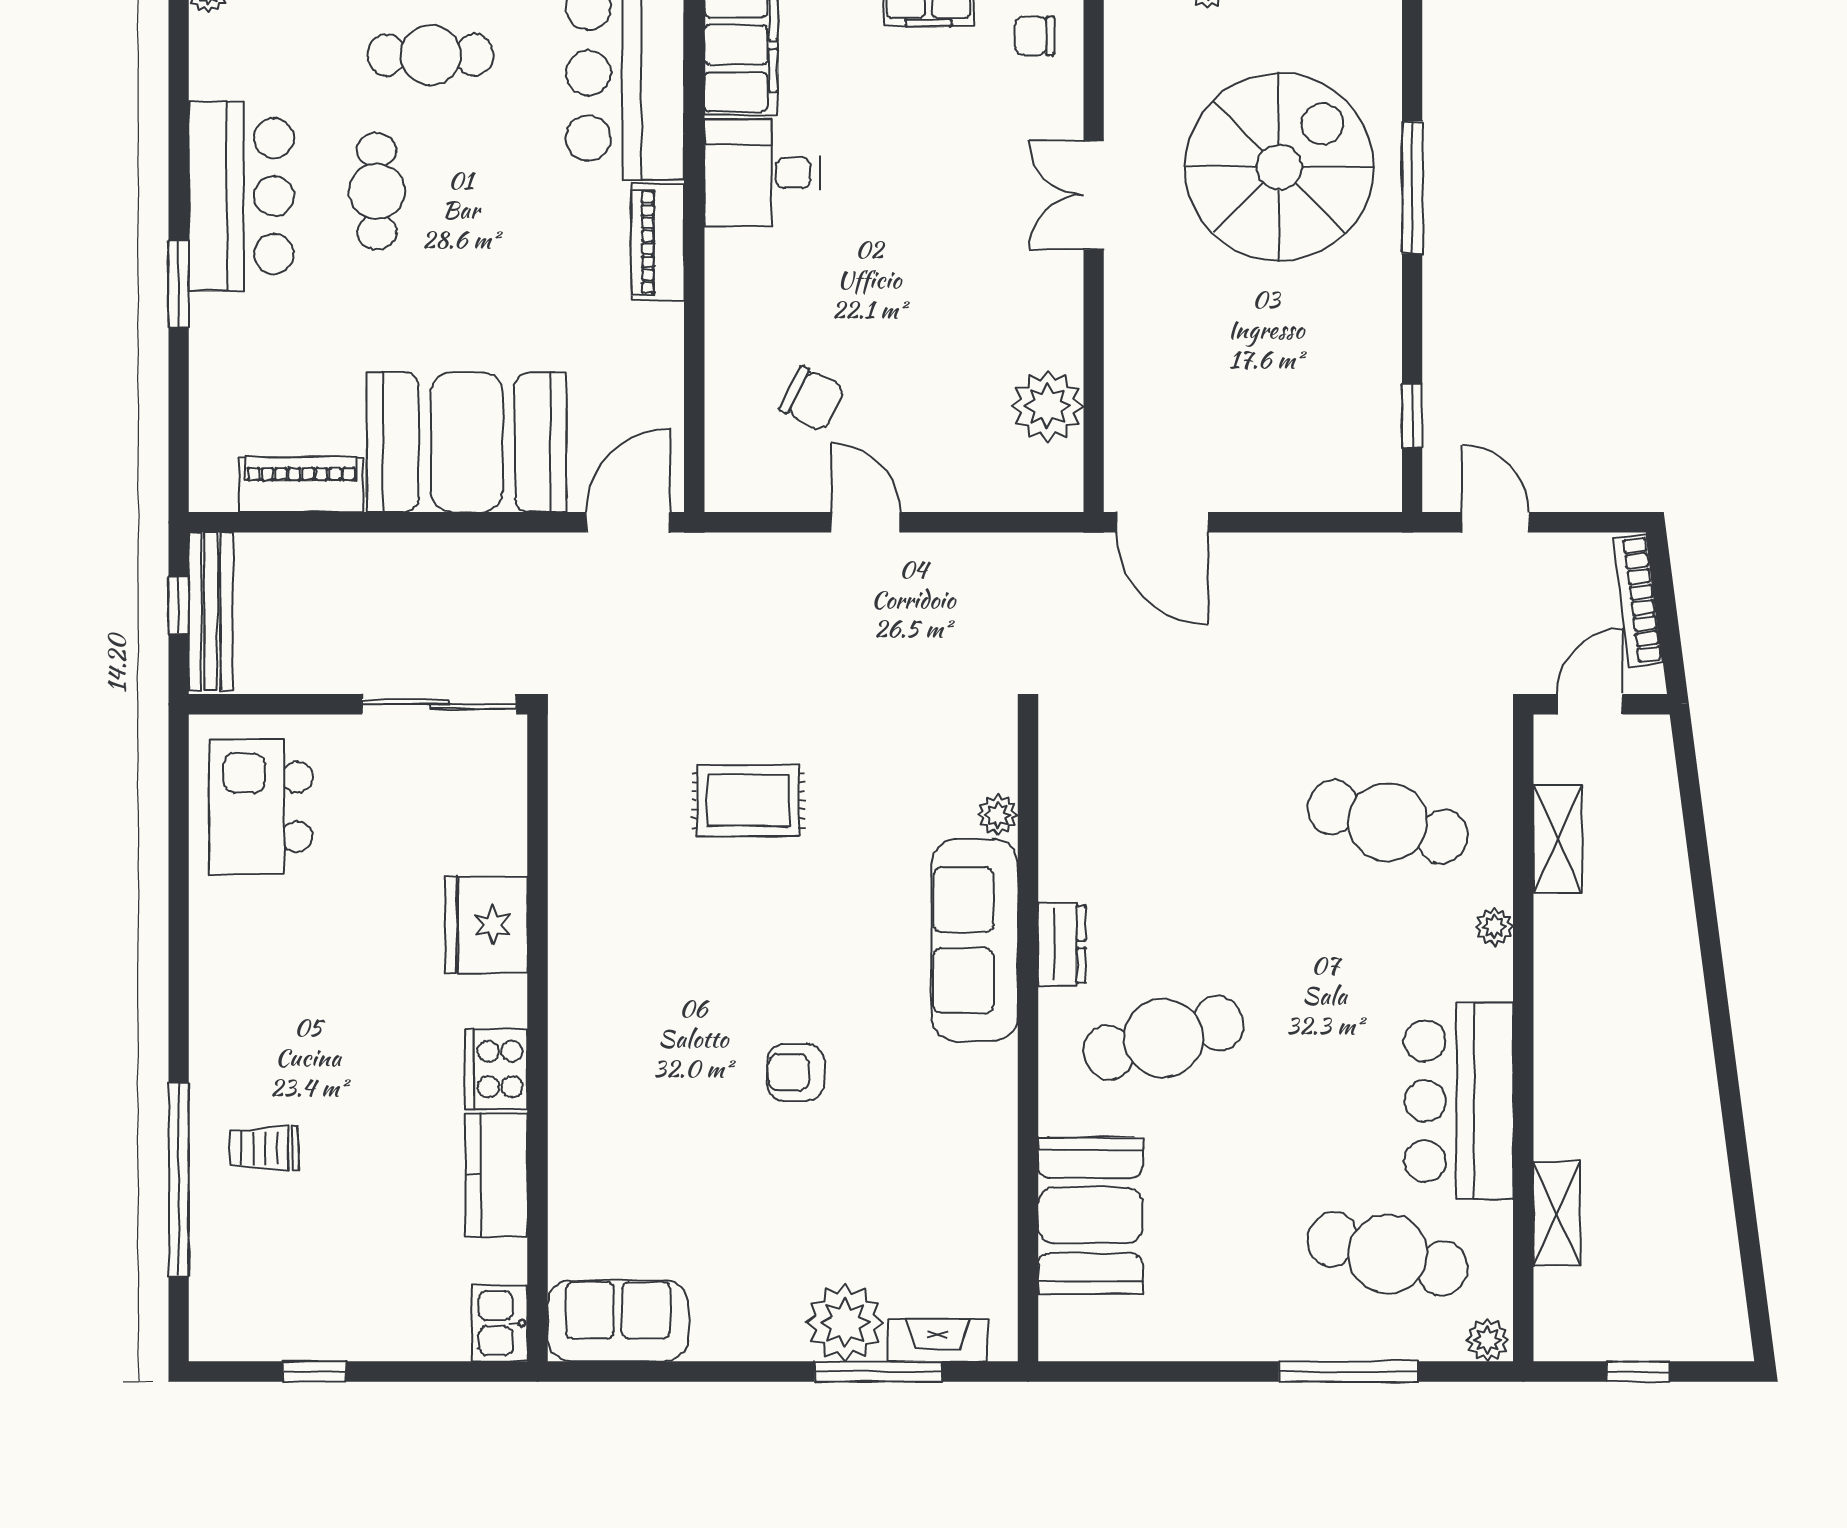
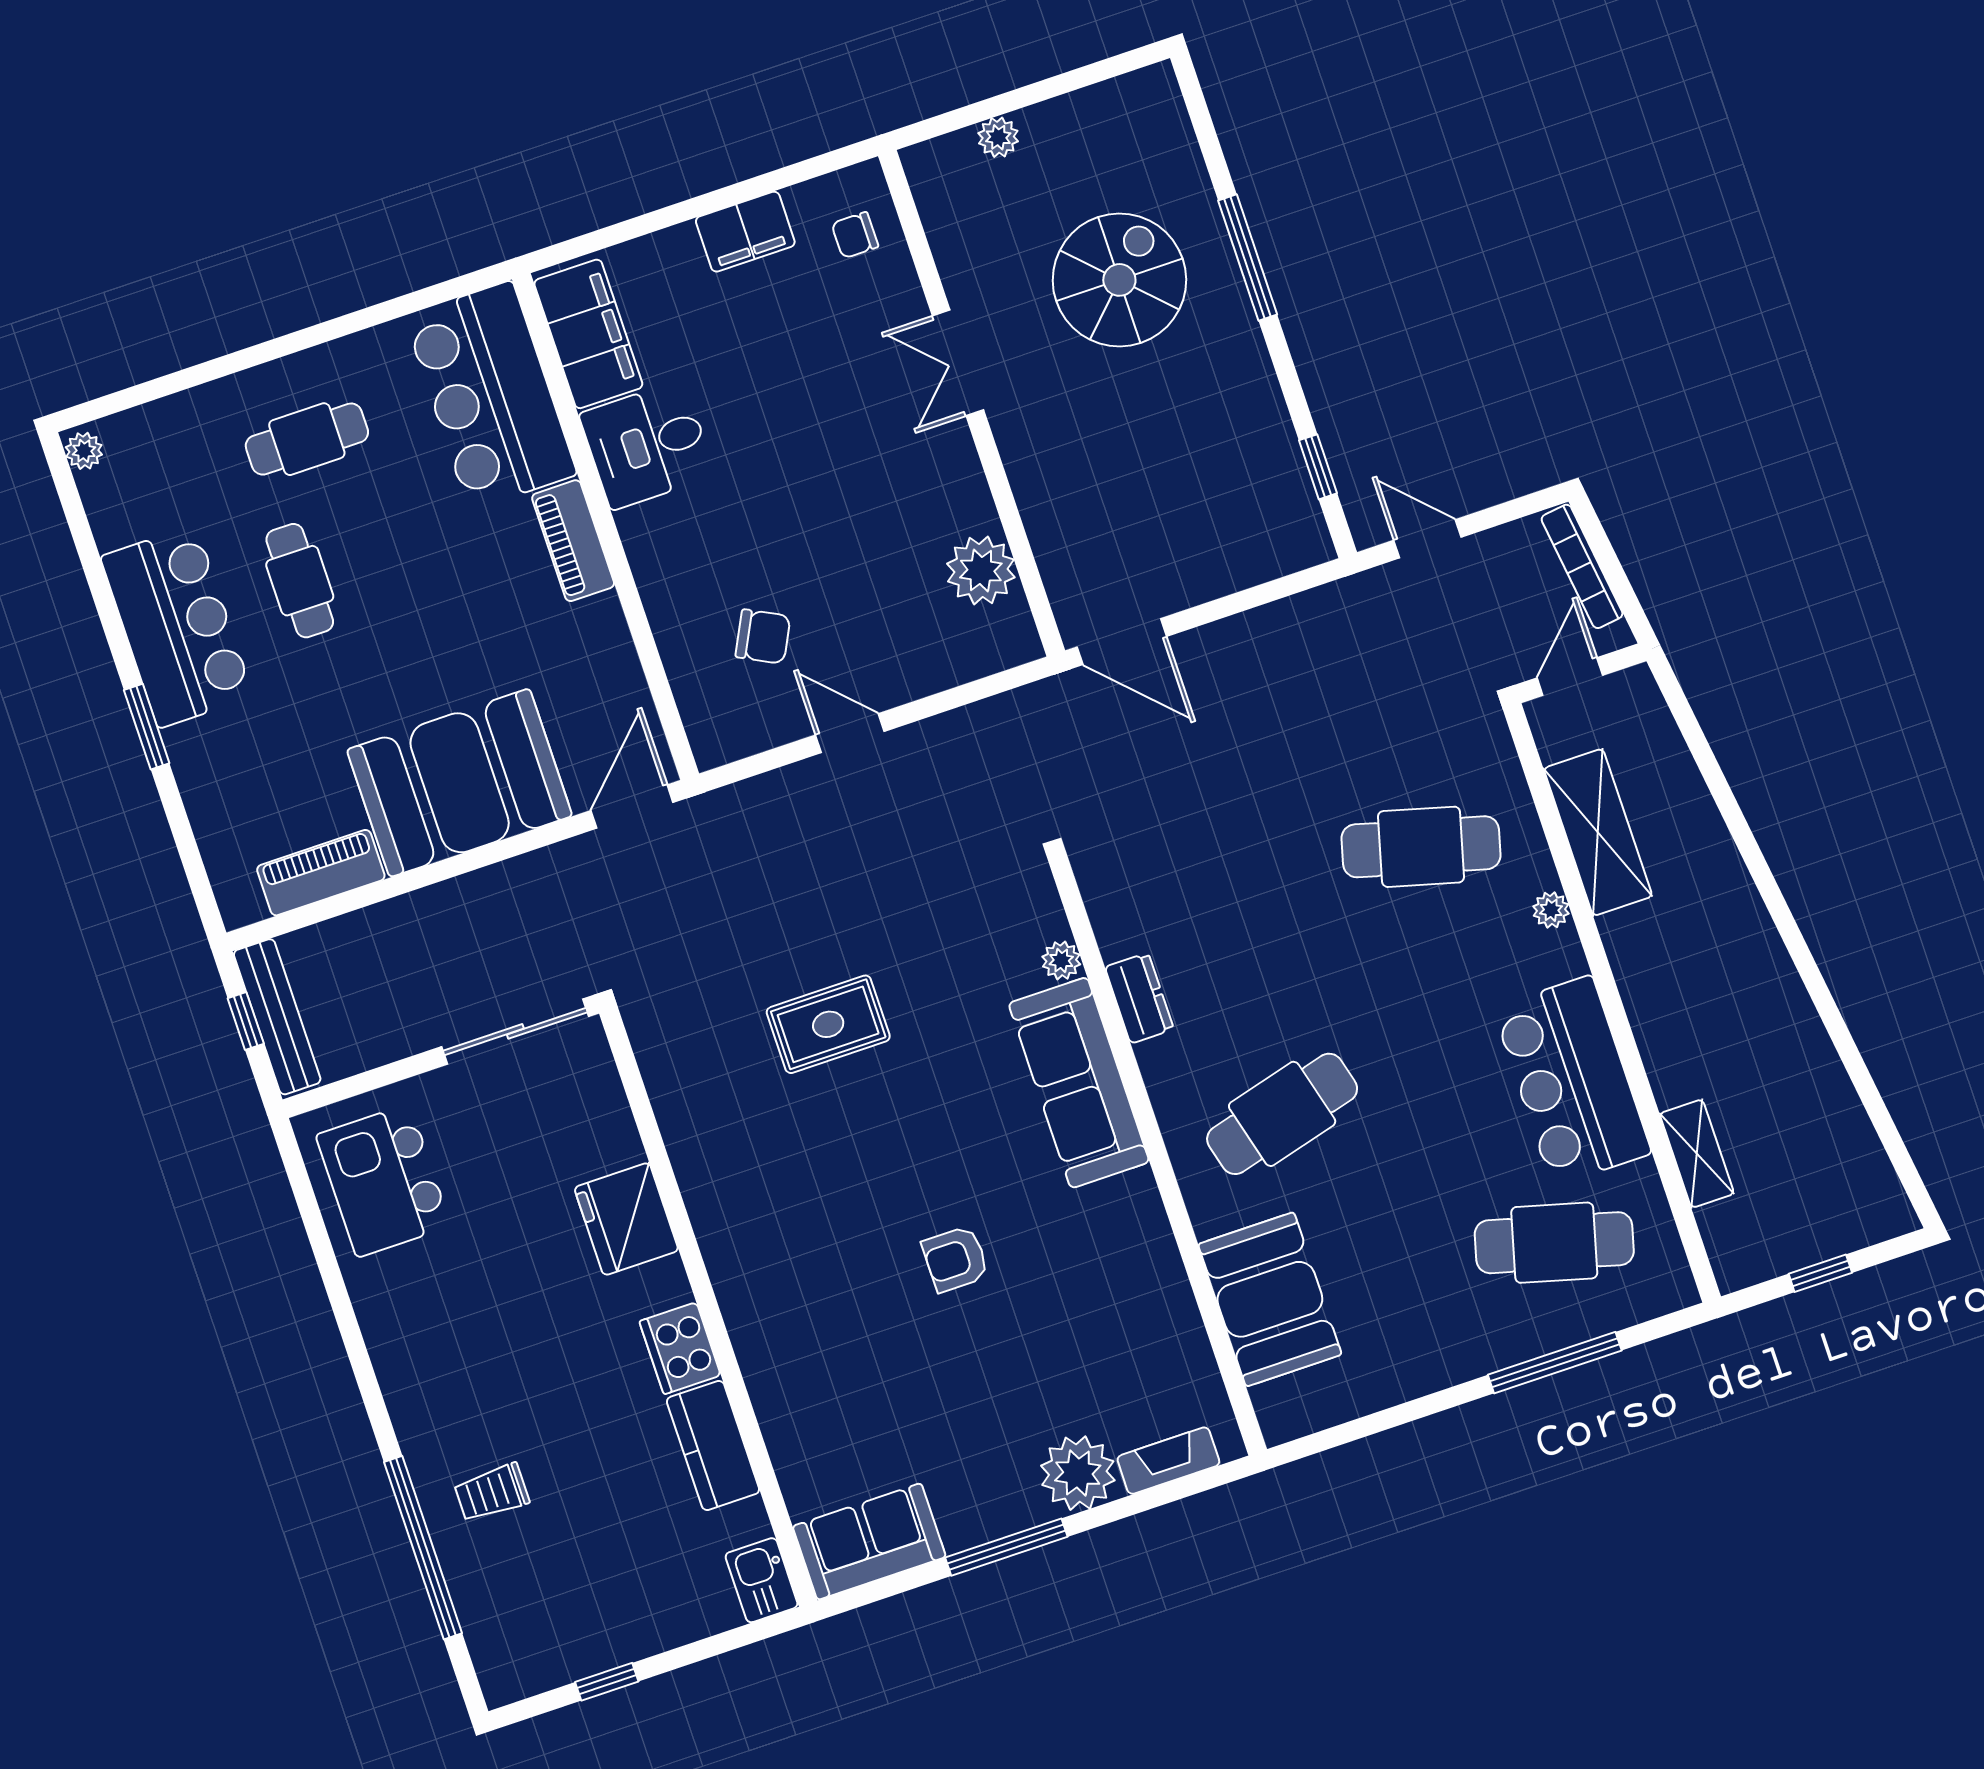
spiral stairs: (1279, 167) -> (1119, 280), width x0.73, depth x0.73
shelving: (1558, 839) -> (1598, 832), width x1.50, depth x1.33
dresser: (1062, 944) -> (1139, 998), moved
plant: (1487, 1340) -> (1672, 1291), removed
window: (878, 1372) -> (1006, 1547), moved

